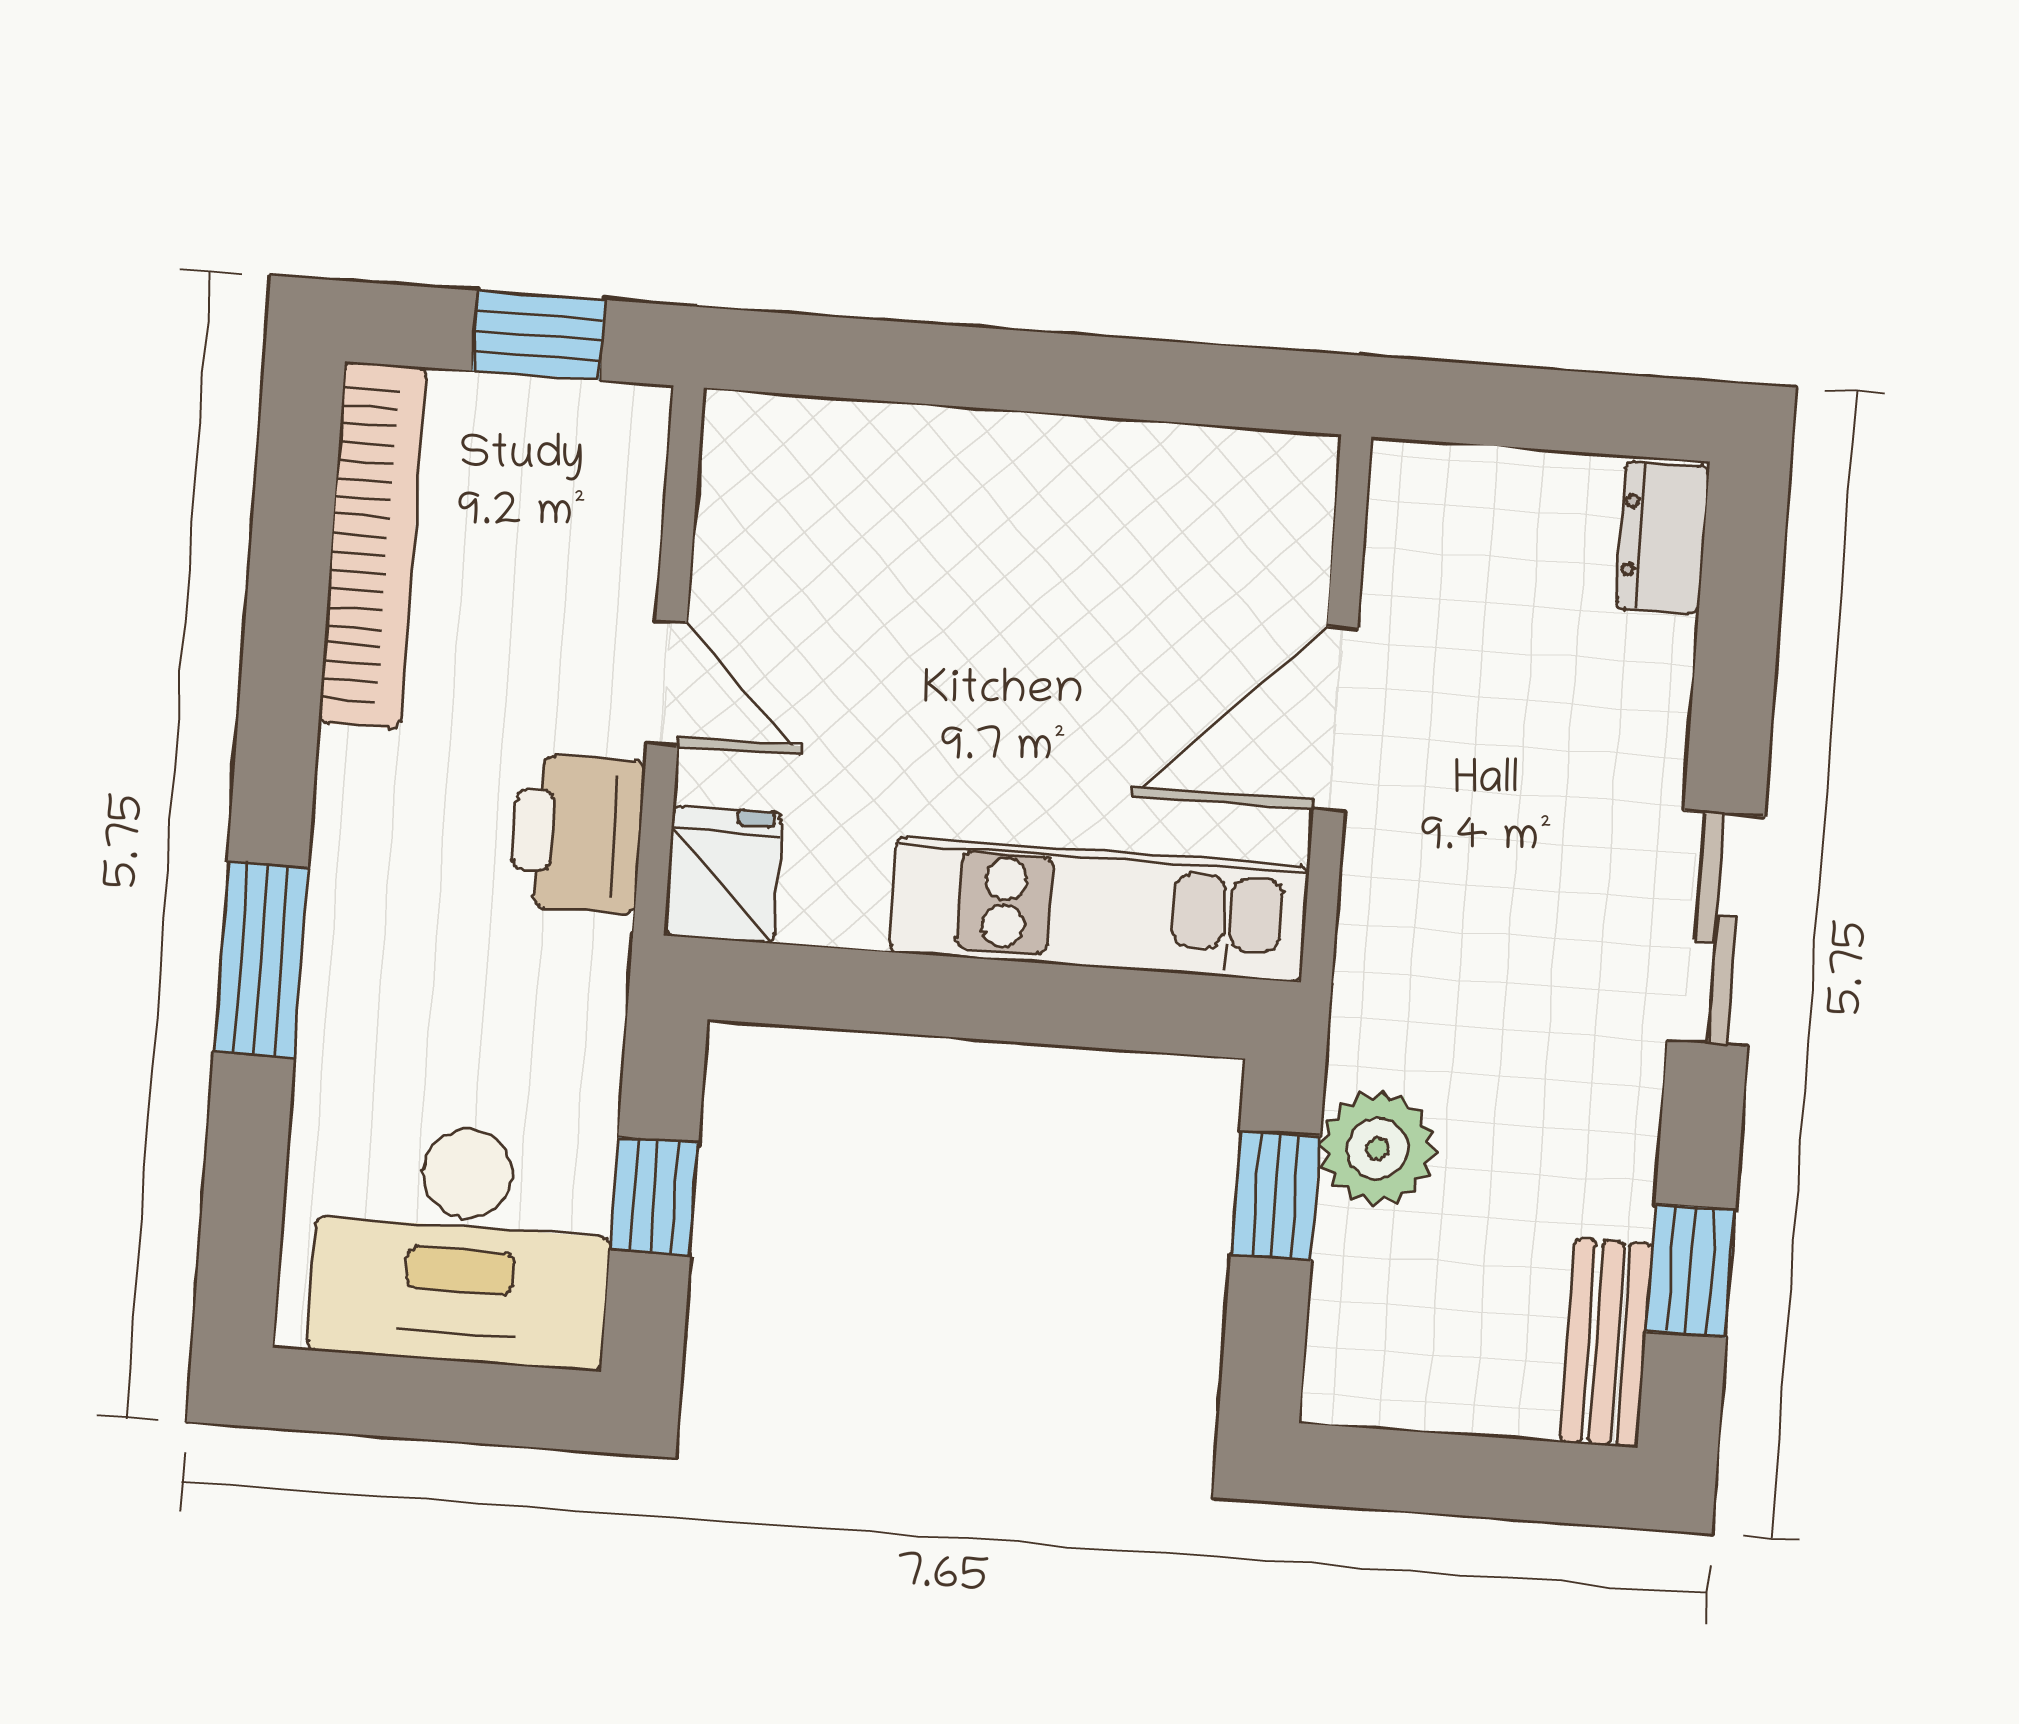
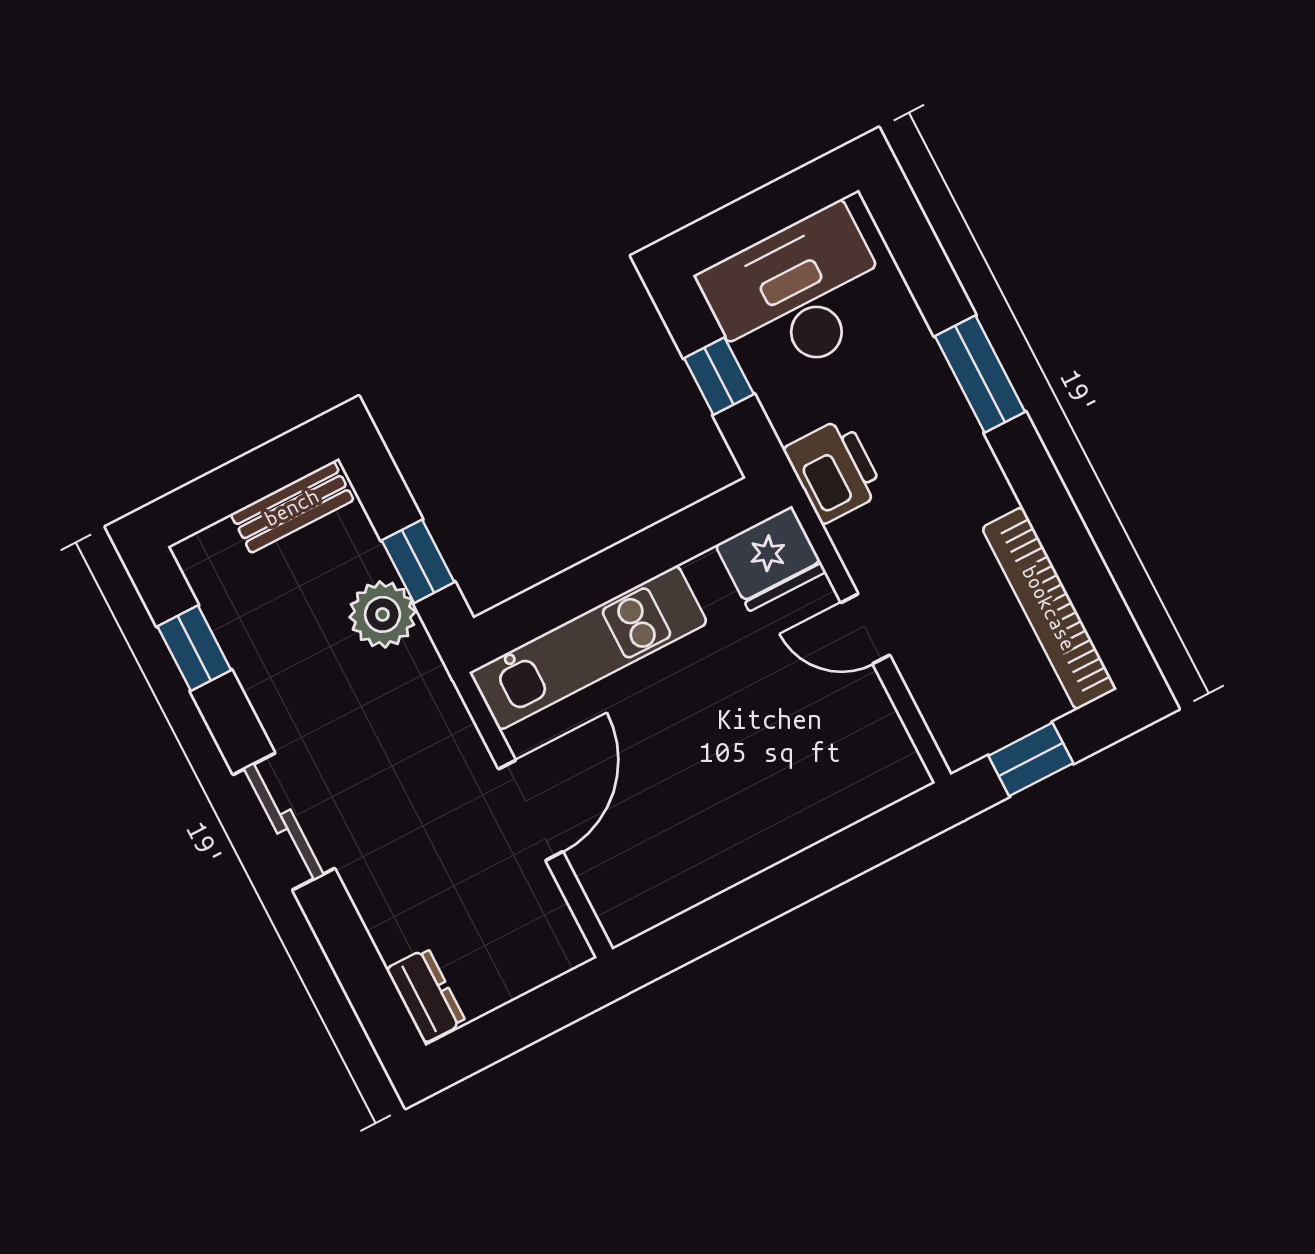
printer: (577, 833) -> (834, 471), moved
fridge: (723, 874) -> (771, 559), width x1.38
bench: (1606, 1343) -> (292, 507), moved, turned 90

